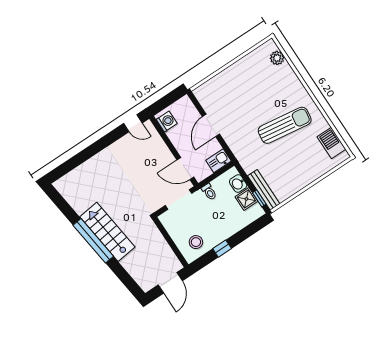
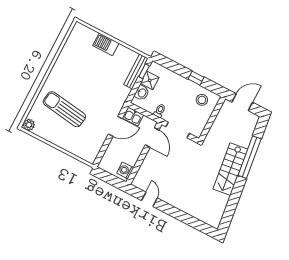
plant: (277, 58) -> (29, 125), moved
door: (133, 123) -> (149, 199), moved
door: (211, 125) -> (115, 126), moved
sun lounger: (285, 125) -> (64, 109), moved
barbecue: (331, 143) -> (106, 44), moved, turned 90
window: (93, 241) -> (250, 157), moved

